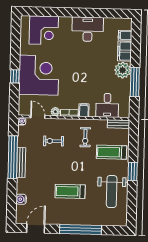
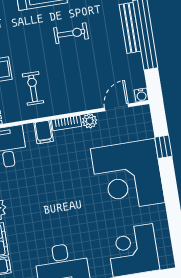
window: (15, 76) -> (163, 147), moved
door: (38, 117) -> (117, 107), swing flipped
exercise bike: (53, 141) -> (71, 33), moved

